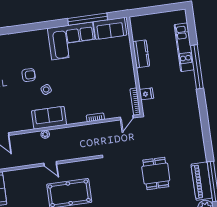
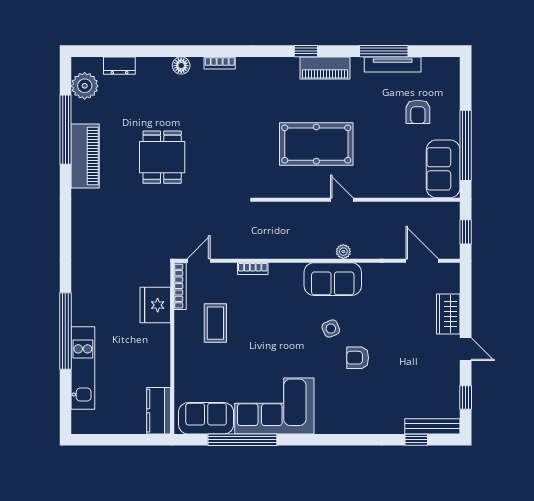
kitchen counter: (141, 54) -> (159, 411), moved
coffee table: (112, 83) -> (215, 323), added
fridge: (146, 94) -> (155, 305), width x1.88, depth x1.34
piano: (202, 181) -> (85, 156), moved

